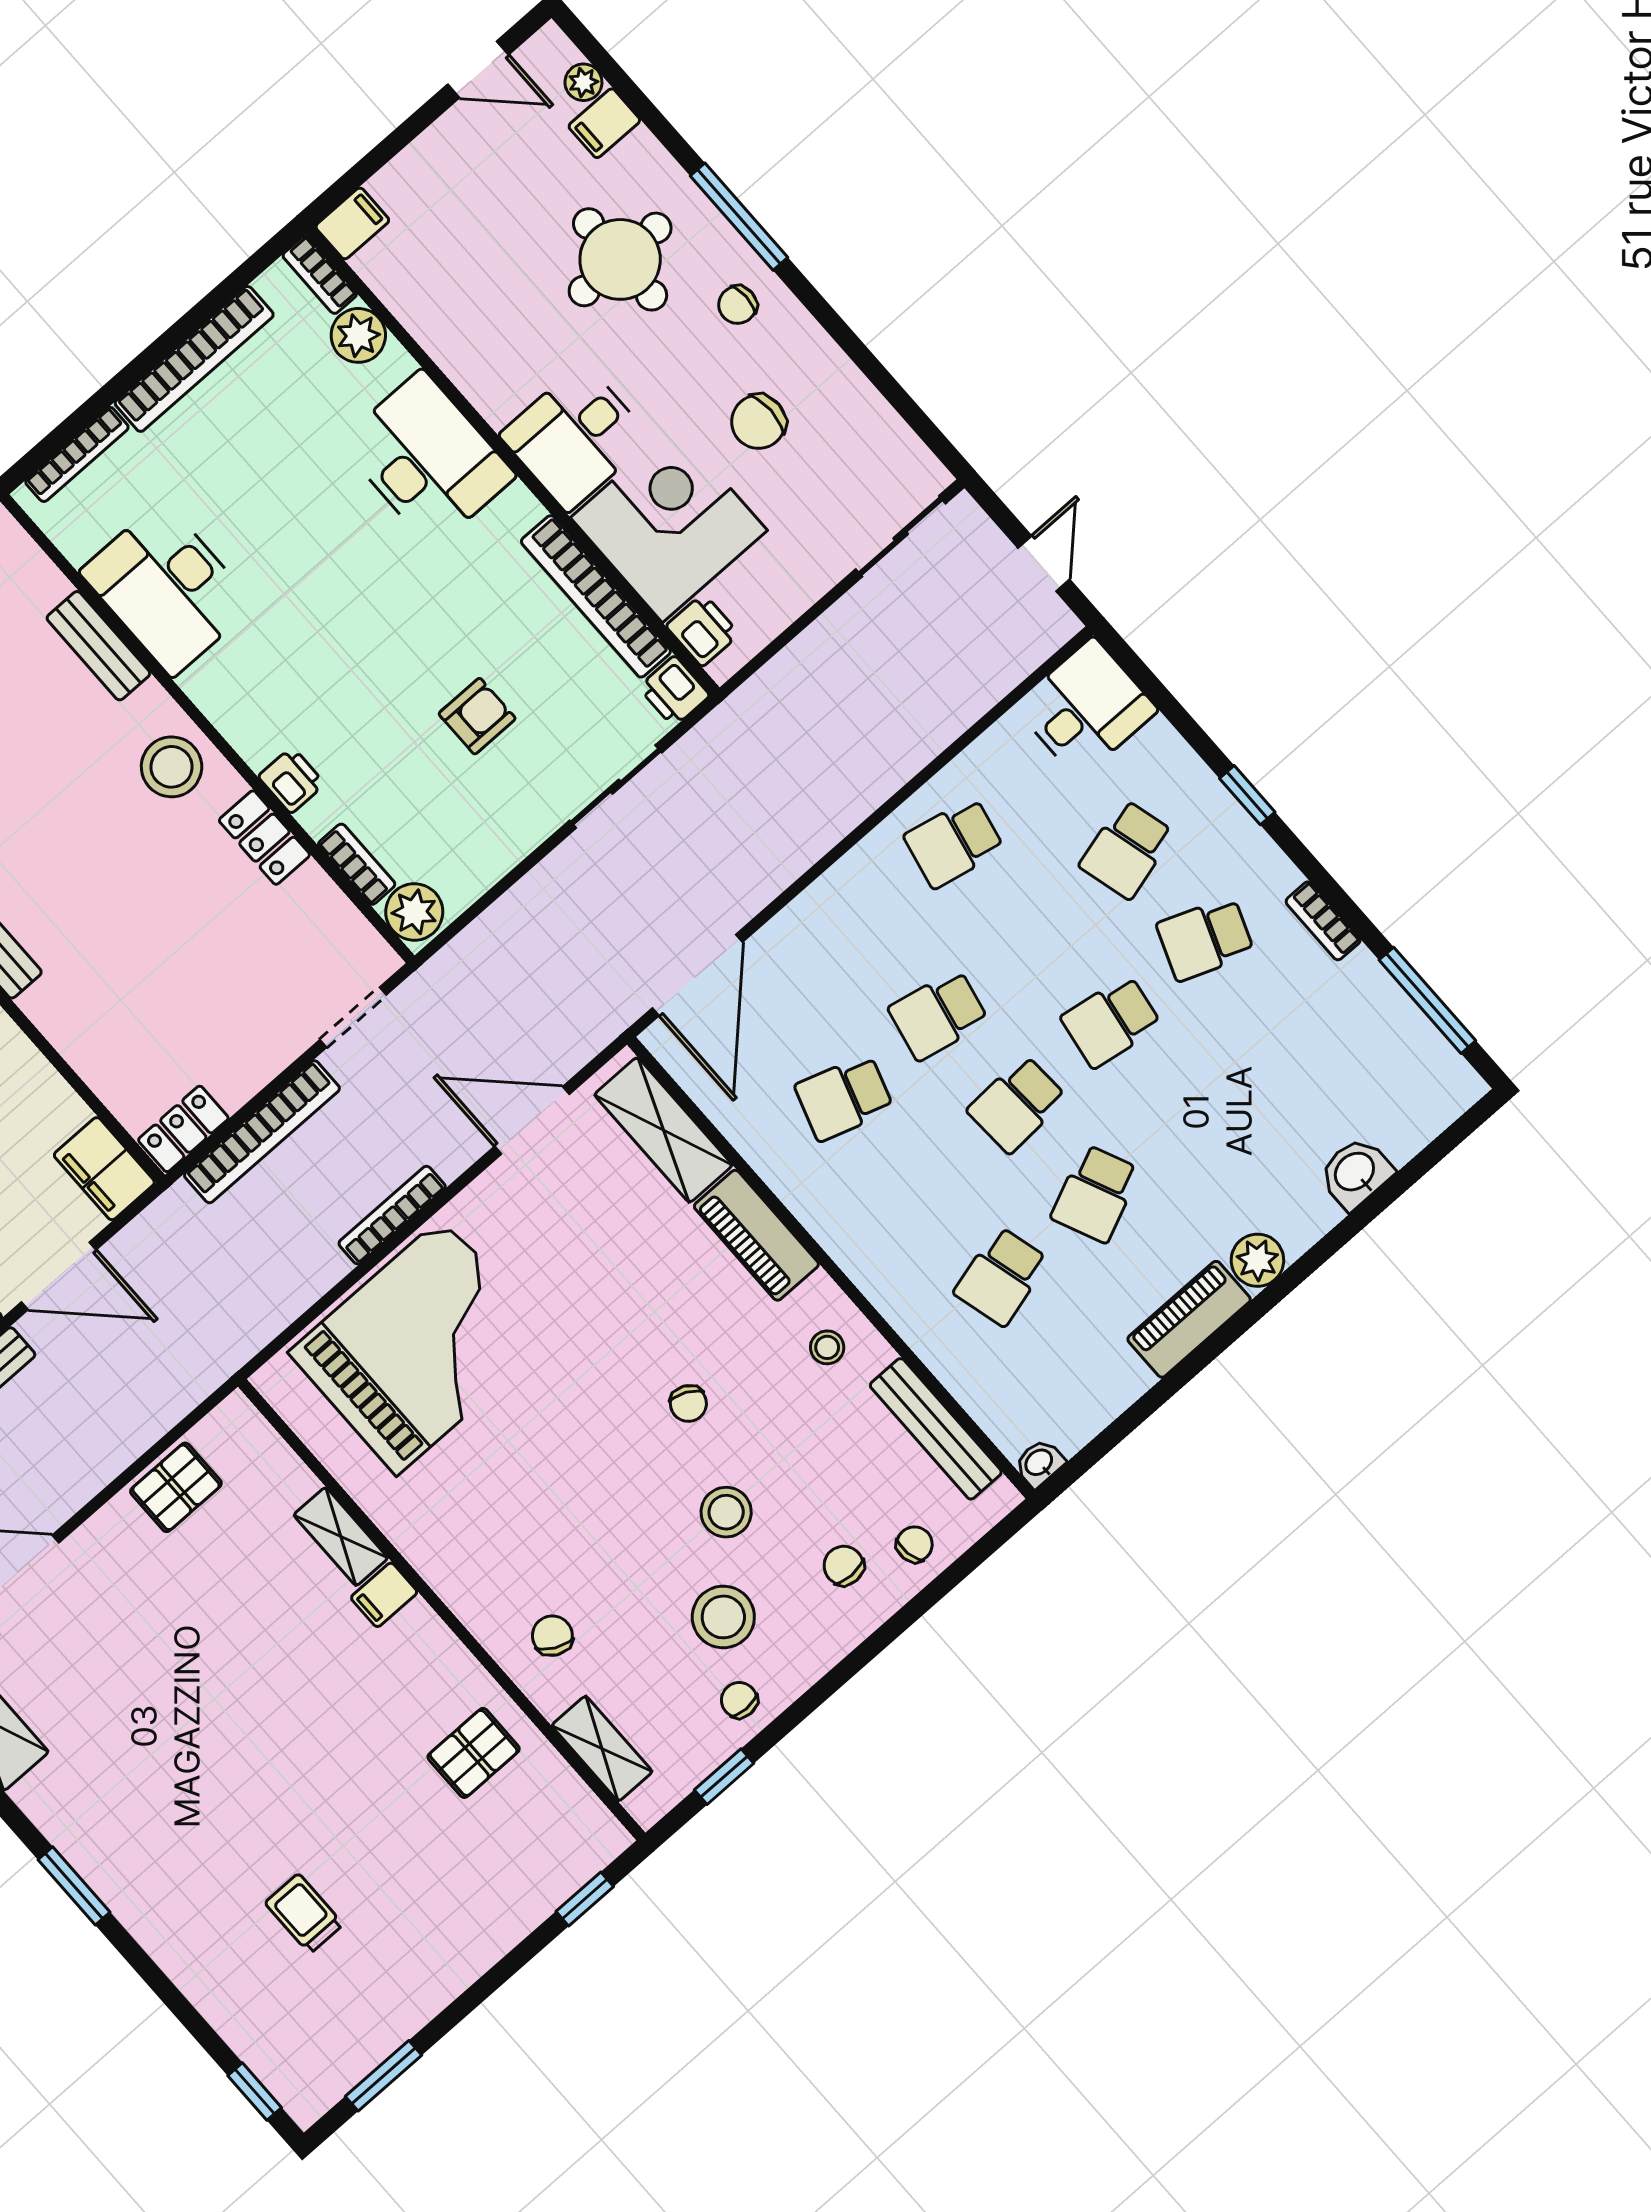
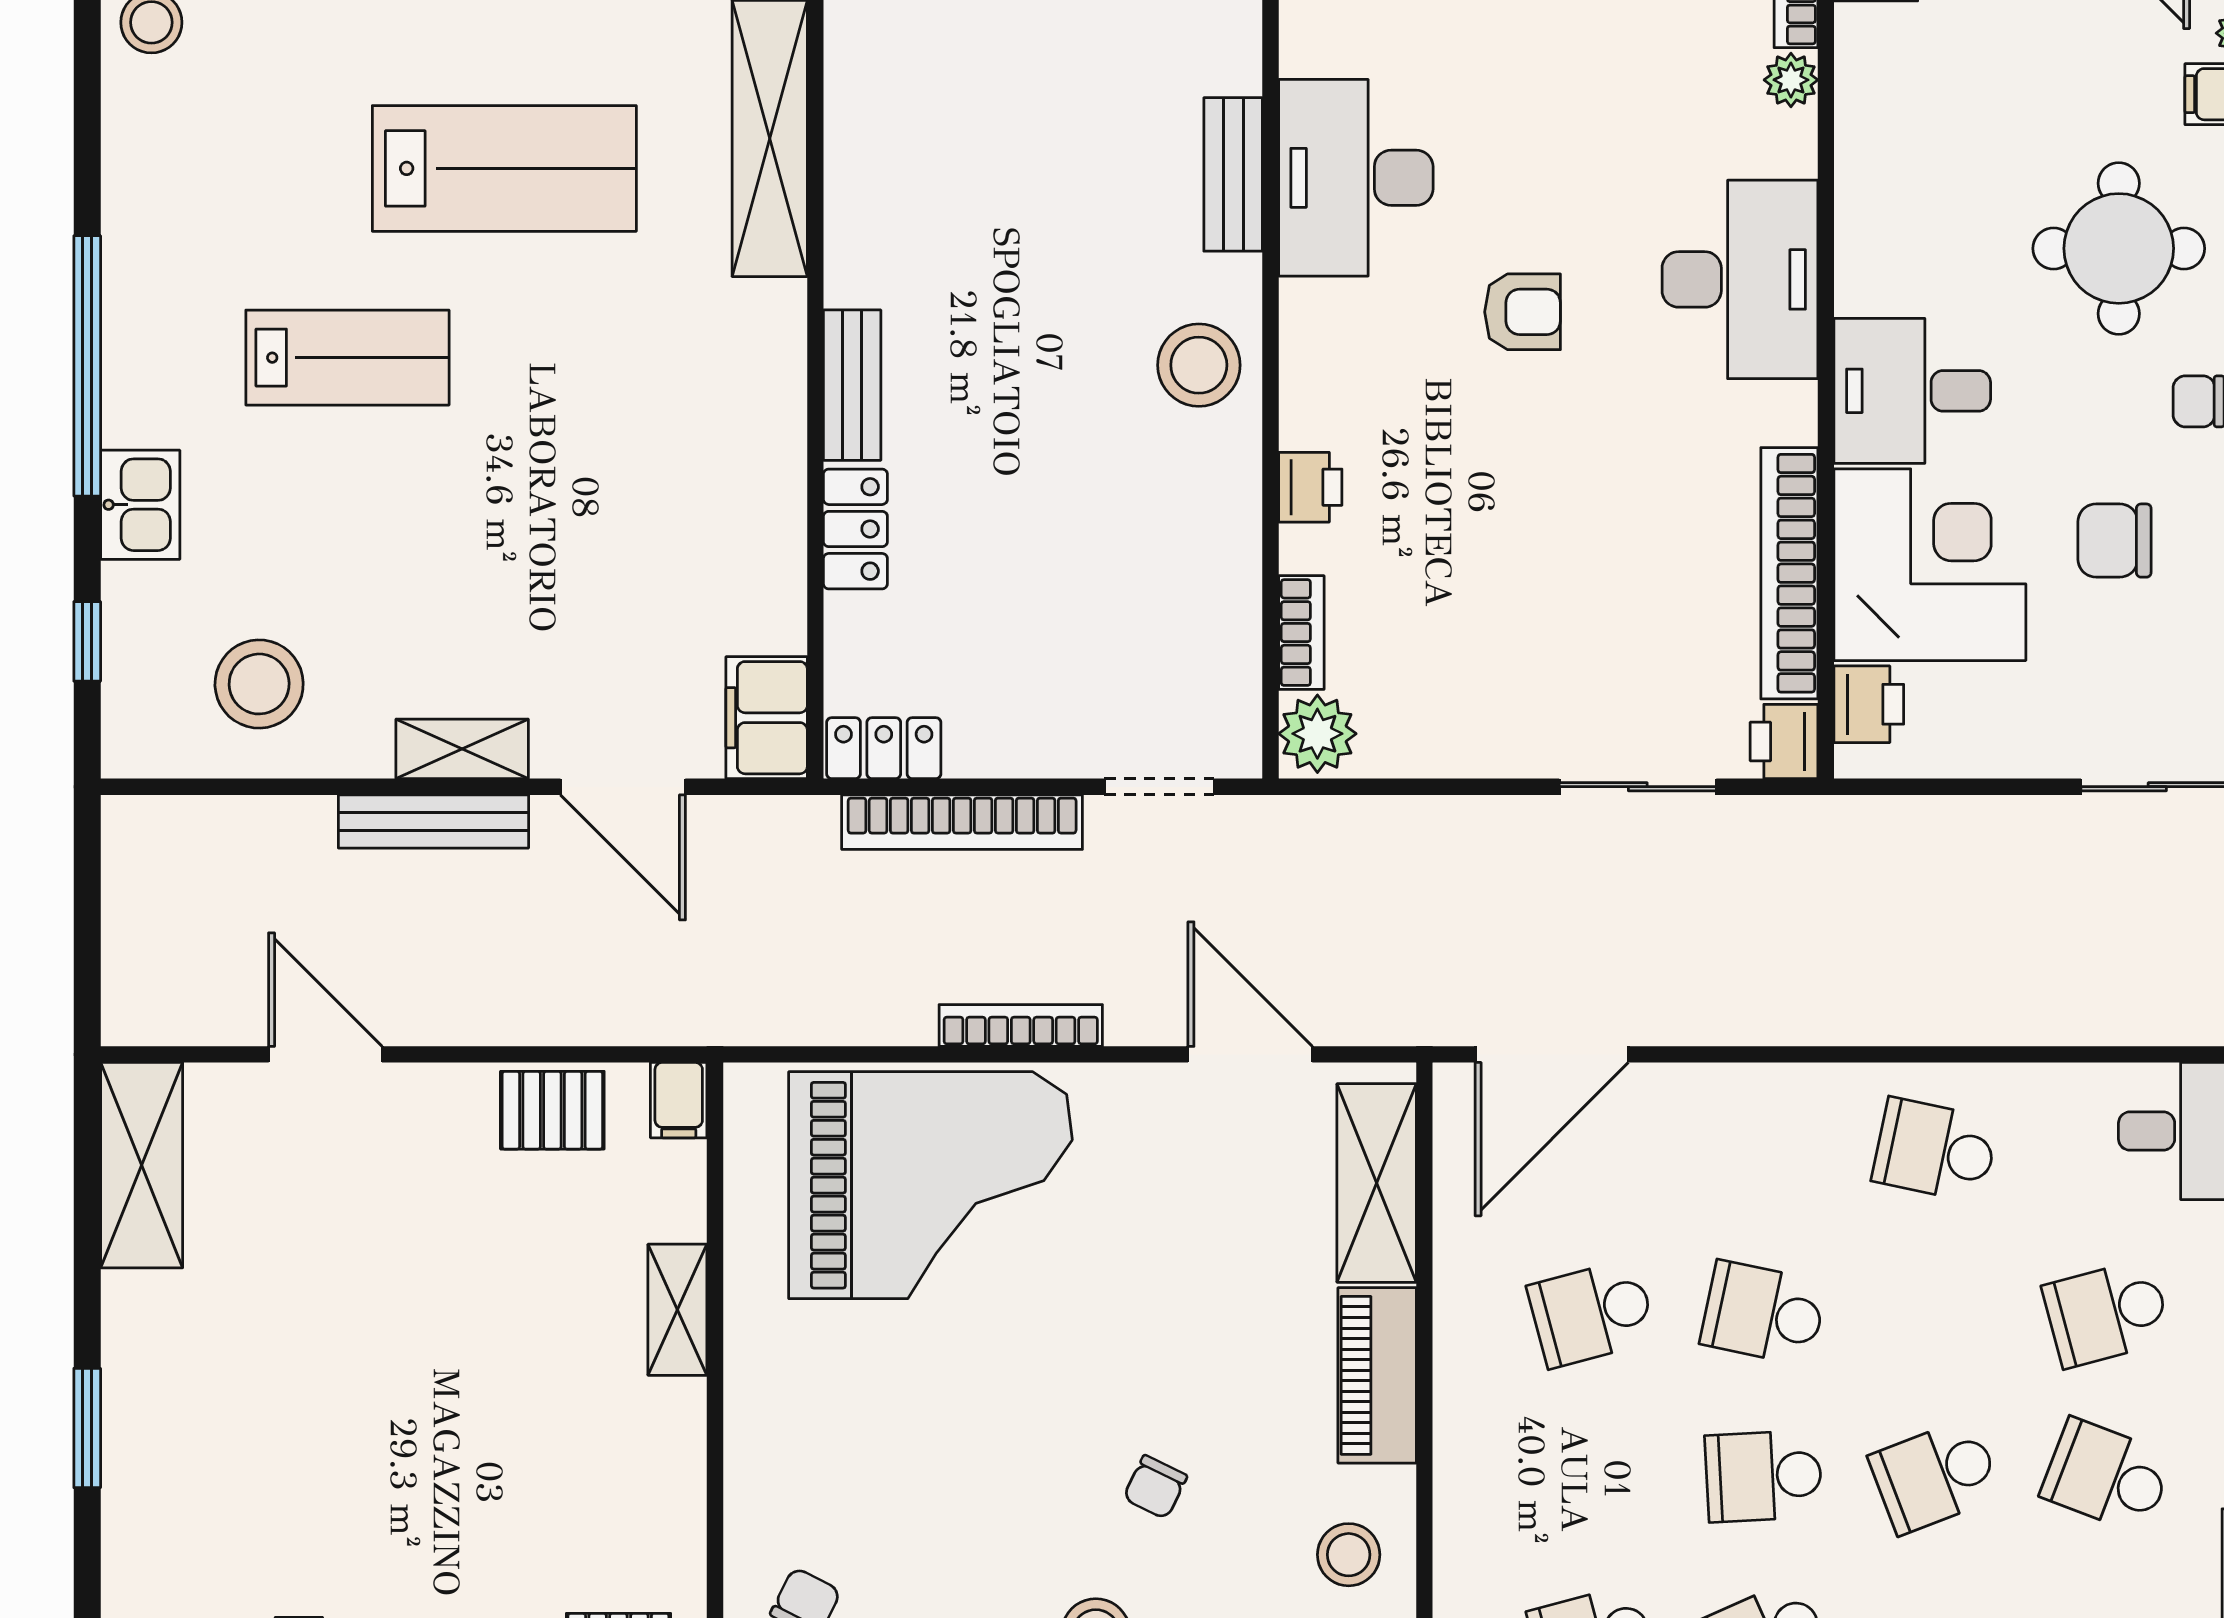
plant: (358, 335) -> (1791, 80), width x0.73, depth x0.73
armchair: (477, 716) -> (1523, 312), moved
locker: (264, 838) -> (855, 529), moved, turned 180
school desk: (1111, 1021) -> (1935, 1476), turned -30
school desk: (844, 1098) -> (1592, 1313), turned -33
stool: (827, 1347) -> (1349, 1555), width x1.37, depth x1.37
filing cabinet: (384, 1595) -> (679, 1100), moved, turned -90

